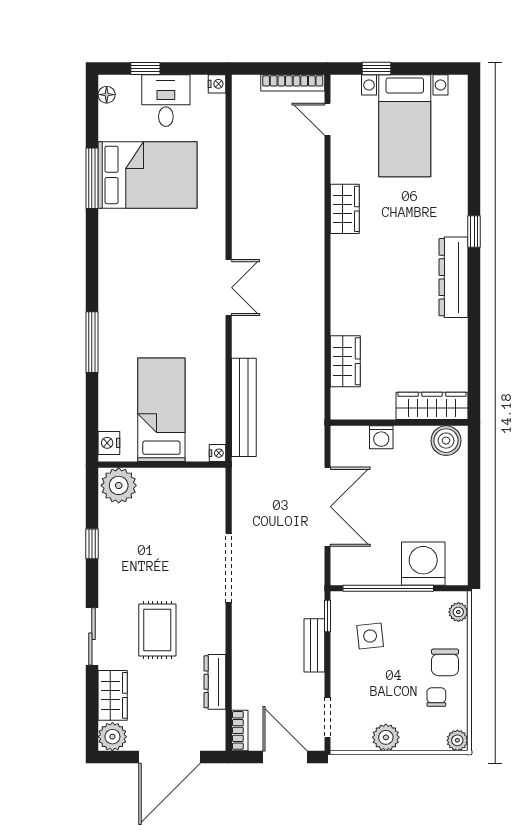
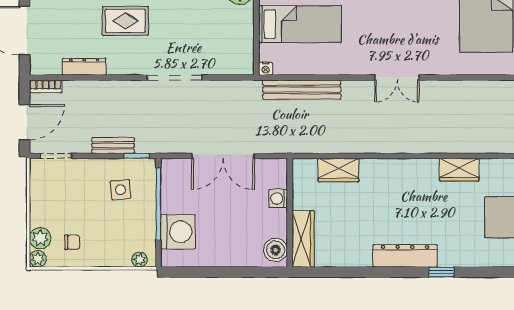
chair: (445, 662) -> (100, 249), removed
plant: (386, 737) -> (40, 238), moved

